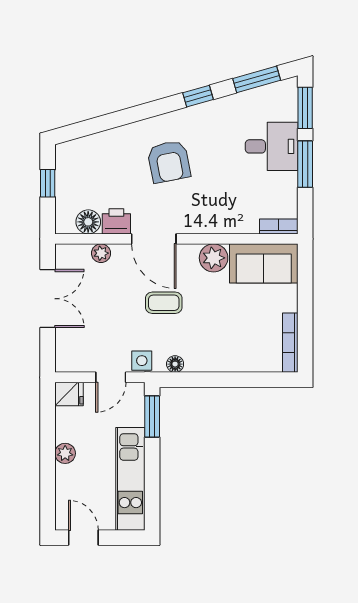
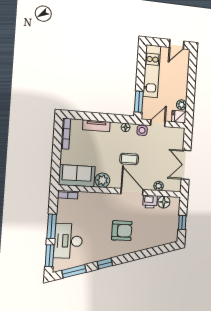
desk: (272, 146) -> (68, 241), width x1.37
armchair: (169, 162) -> (122, 231), turned 101
tv unit: (232, 362) -> (96, 126), added
plant: (65, 453) -> (181, 105), moved
door: (83, 538) -> (177, 44), hinge flipped

